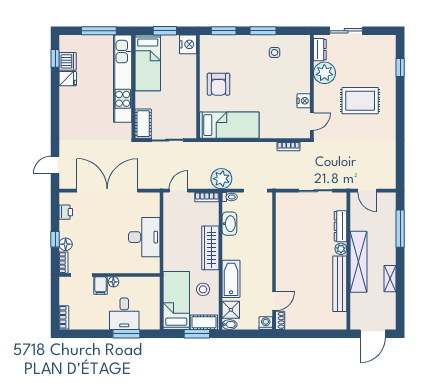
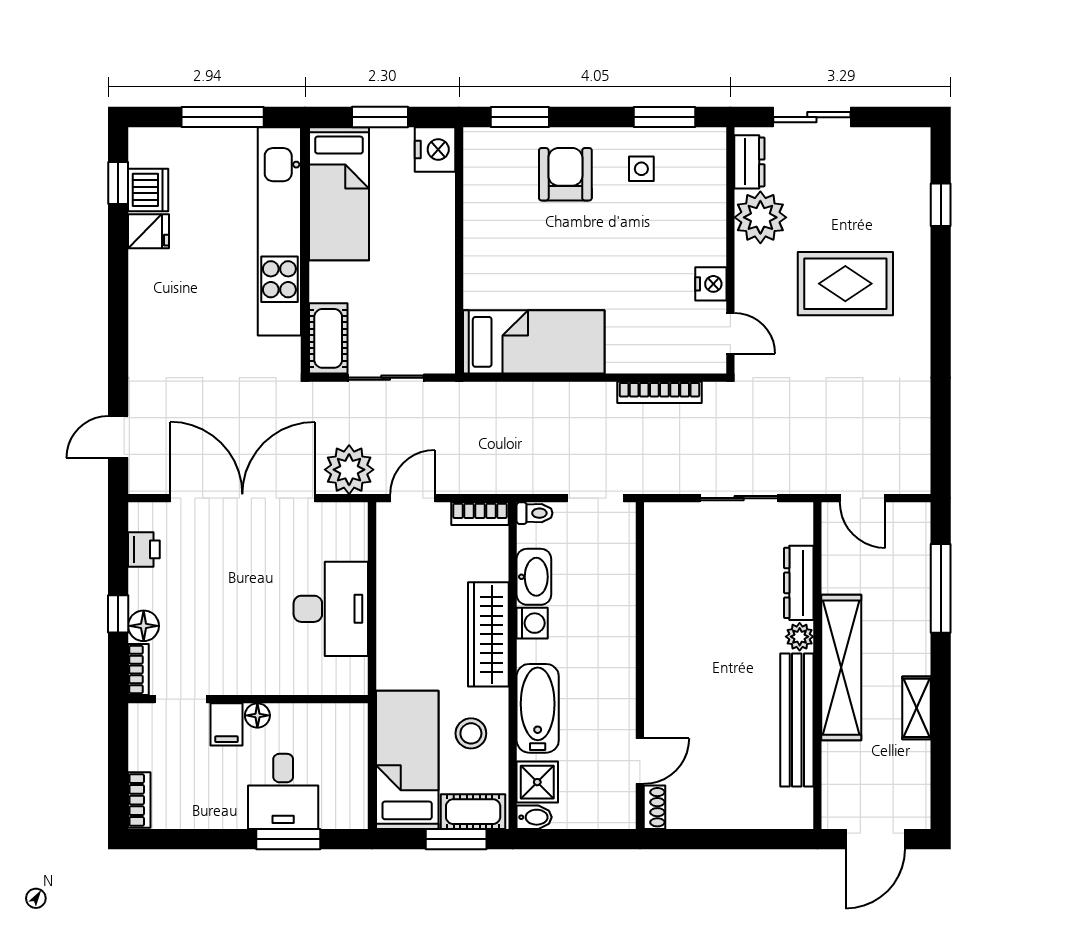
window: (263, 31) -> (665, 117), moved
armchair: (218, 84) -> (565, 174), moved, turned 180
door: (312, 122) -> (730, 333), hinge flipped
bookcase: (288, 146) -> (659, 392), width x1.56
plant: (221, 179) -> (349, 470), moved
washing machine: (266, 323) -> (532, 623), moved, turned 90

